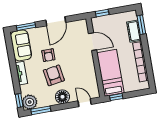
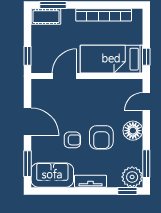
cot: (134, 31) -> (46, 17), moved
armchair: (54, 75) -> (101, 137), turned -81

